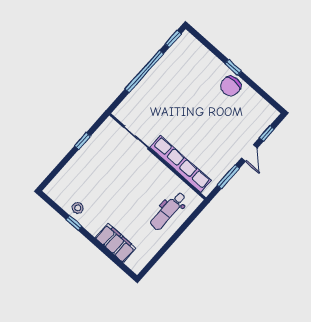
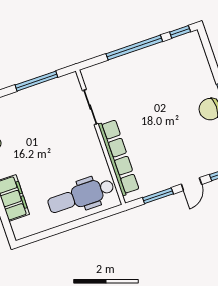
window: (83, 141) -> (36, 81), width x2.17
dental chair: (168, 211) -> (81, 196), width x1.36, depth x1.38

